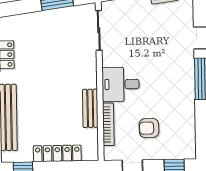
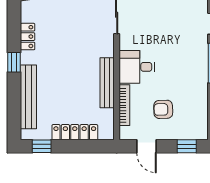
bench: (90, 108) -> (107, 83), width x1.36

